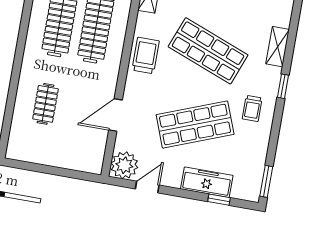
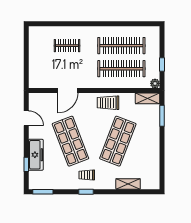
trolley: (146, 55) -> (108, 103), turned 180
window: (283, 86) -> (86, 192), moved
door: (116, 115) -> (68, 91), swing flipped
plant: (124, 165) -> (37, 102), removed

